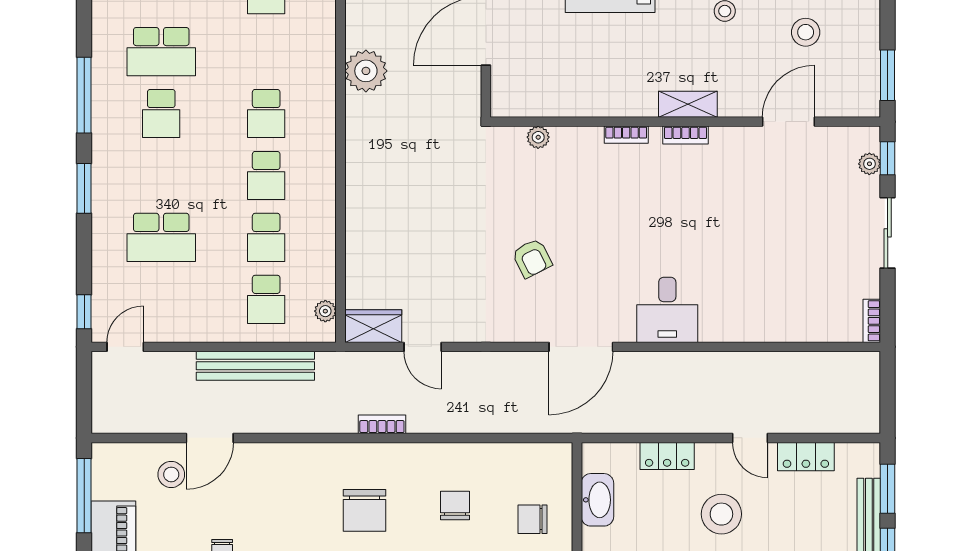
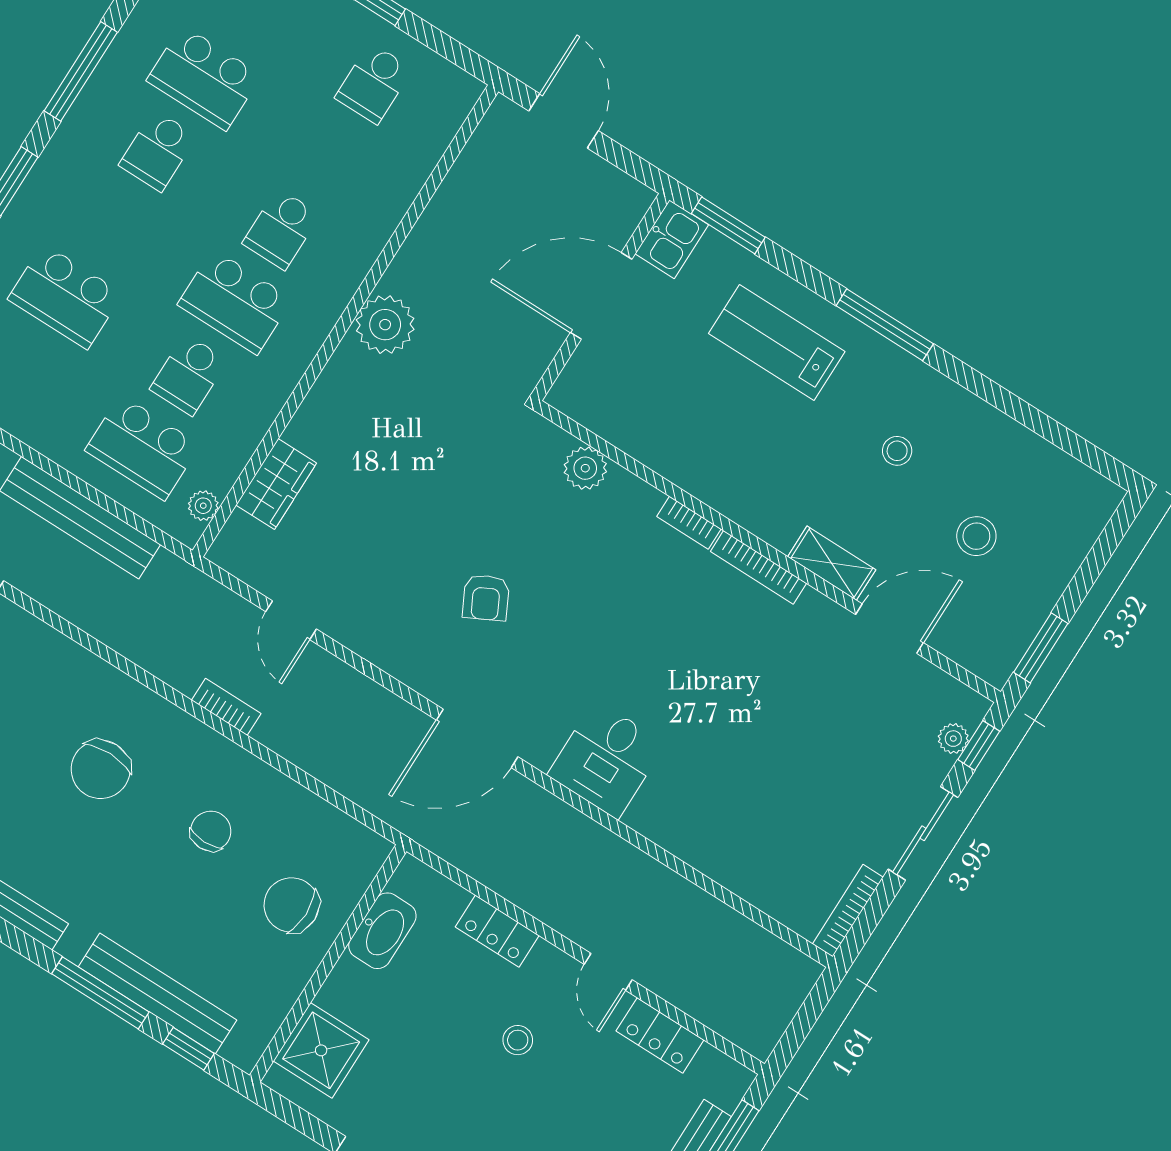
plant: (366, 71) -> (385, 325), moved
shelving: (688, 104) -> (832, 563), moved
bookcase: (686, 135) -> (758, 567), width x1.56
plant: (538, 137) -> (585, 468), width x1.38, depth x1.38
school desk: (266, 175) -> (235, 302), width x1.85
school desk: (266, 299) -> (142, 448), width x1.85
bookcase: (872, 321) -> (848, 911), width x1.56
wardrobe: (373, 326) -> (276, 484), moved, turned 90
bookcase: (382, 424) -> (226, 707), moved
stool: (721, 514) -> (518, 1040), width x0.53, depth x0.53
chair: (532, 519) -> (291, 905), width x1.37, depth x1.37

